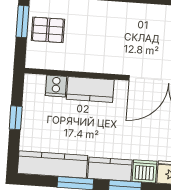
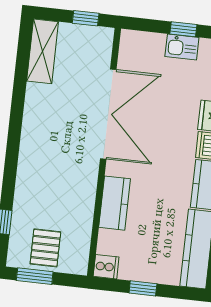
cooker: (56, 86) -> (106, 267), moved

